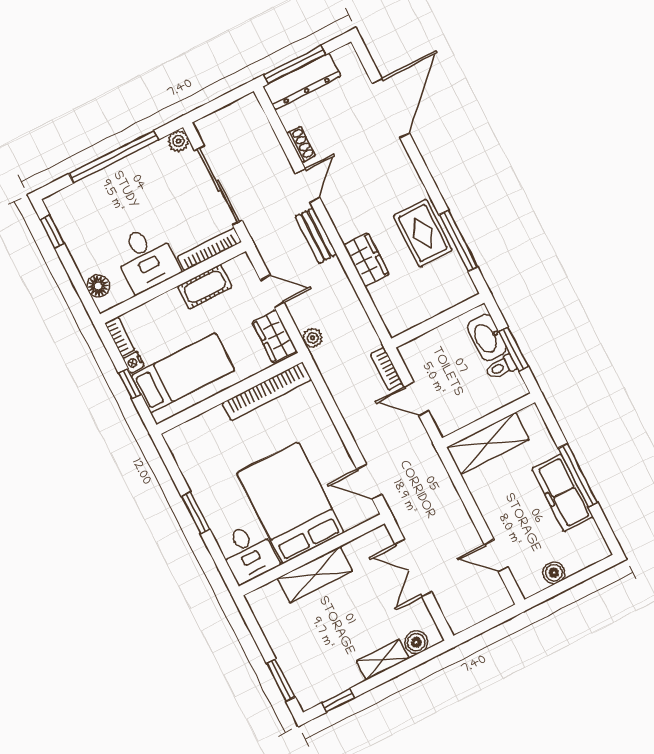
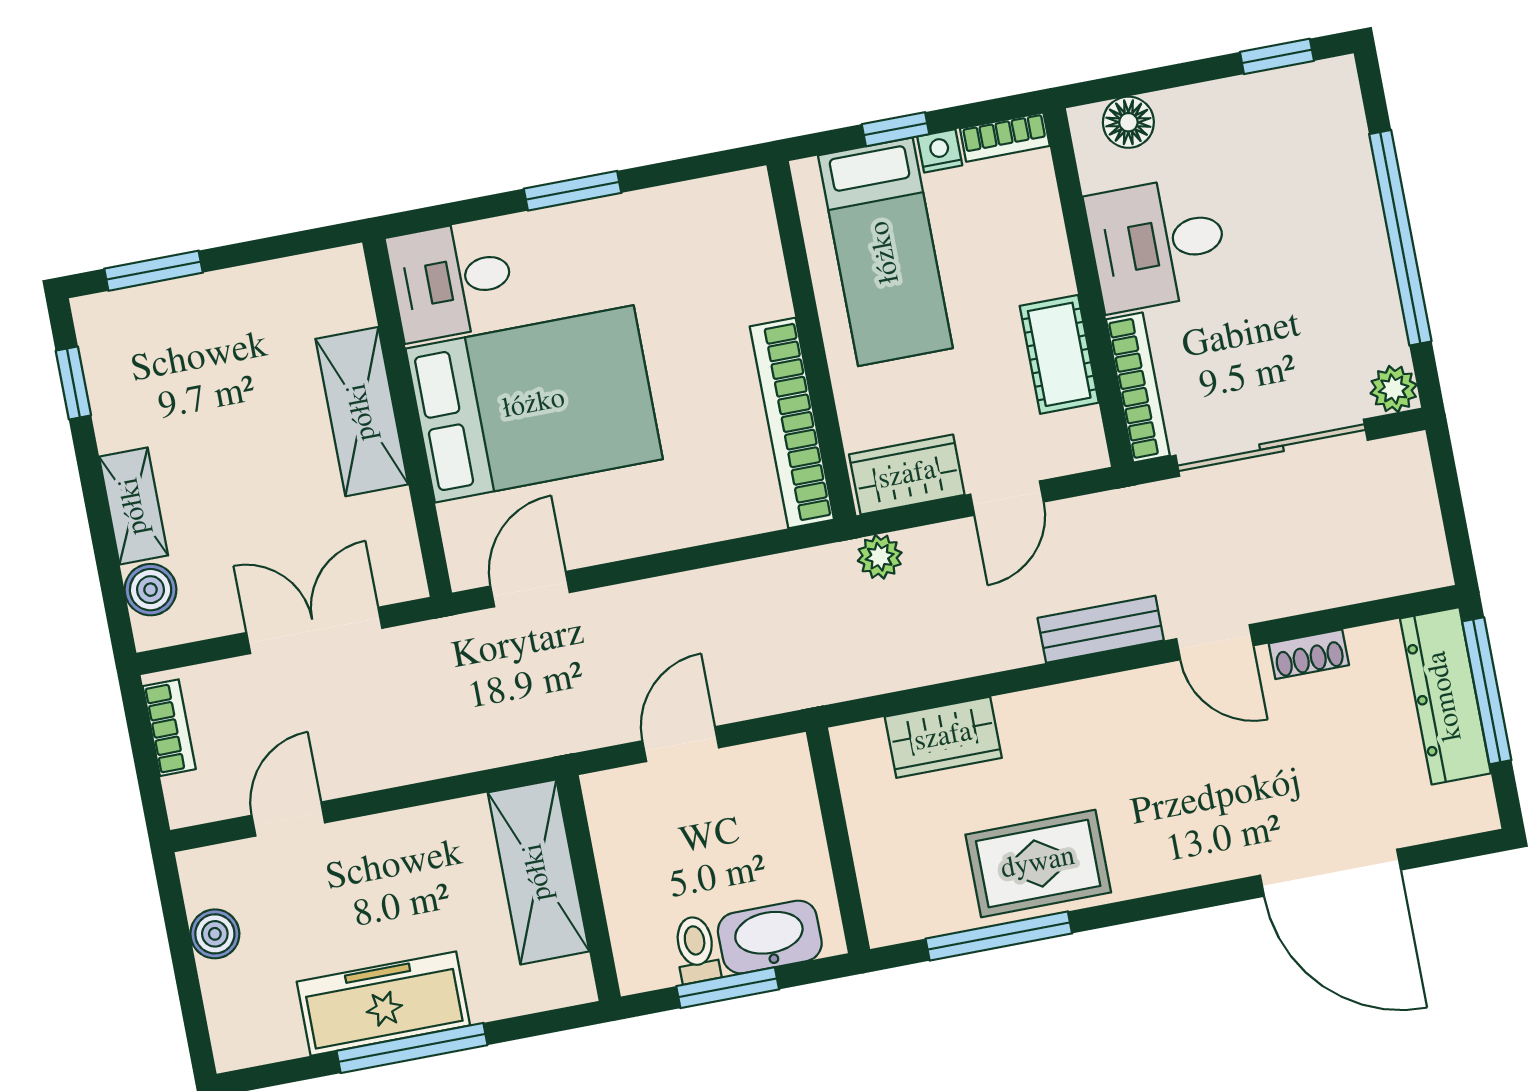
wardrobe: (366, 259) -> (943, 737), moved
bookcase: (386, 369) -> (169, 728), moved, turned 90

